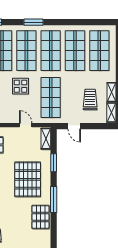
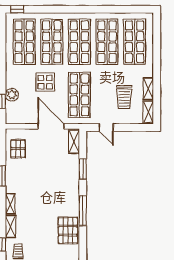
window: (34, 22) -> (60, 9), removed
trolley: (90, 99) -> (124, 97), turned 180
door: (26, 125) -> (51, 126), width x1.88
pallet: (28, 179) -> (53, 188), removed

